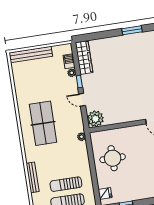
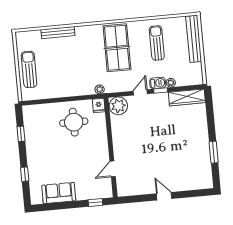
barbecue: (69, 61) -> (158, 83), moved
table tennis table: (43, 123) -> (117, 48), turned 90
sun lounger: (66, 184) -> (157, 43), moved
fridge: (105, 194) -> (99, 106), moved

